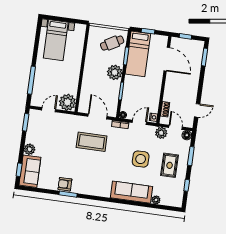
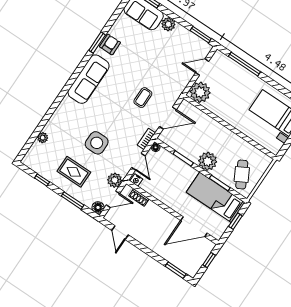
door: (49, 110) -> (202, 67), swing flipped
coffee table: (92, 142) -> (143, 98), width x0.54, depth x0.58
sofa: (131, 192) -> (89, 79), moved

